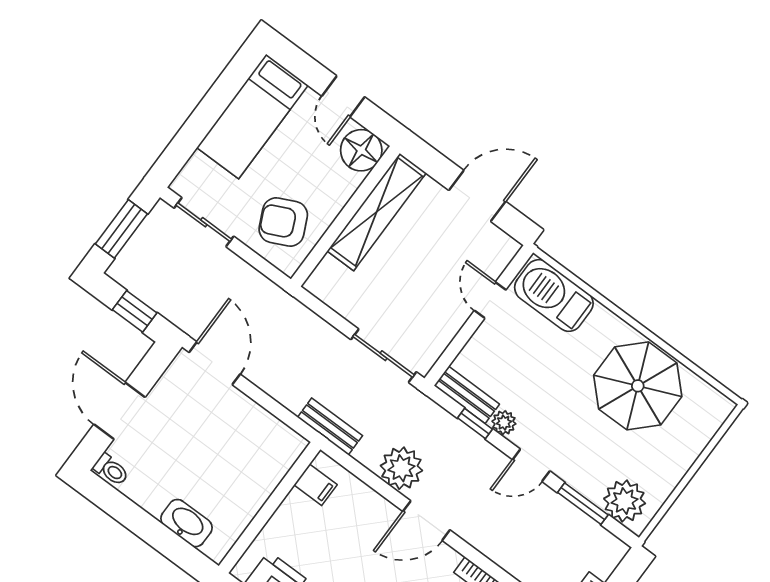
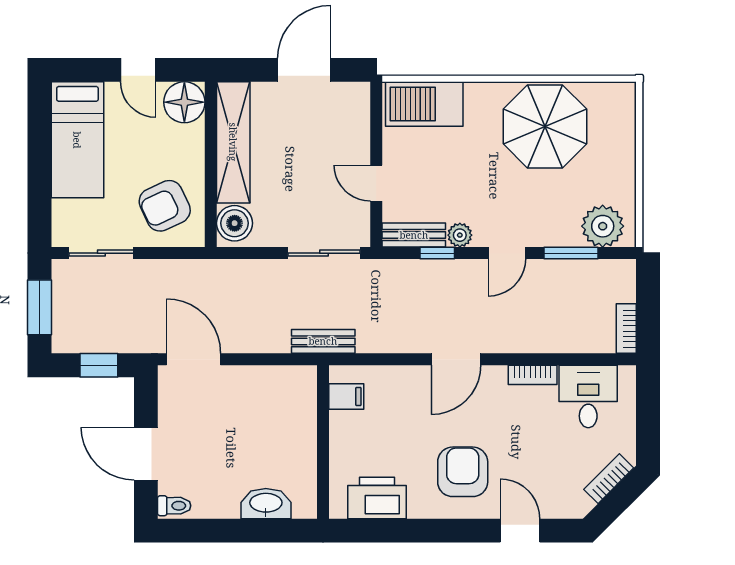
boiler: (329, 278) -> (235, 223), added
door: (490, 300) -> (376, 183), moved
plant: (401, 468) -> (405, 332), removed

